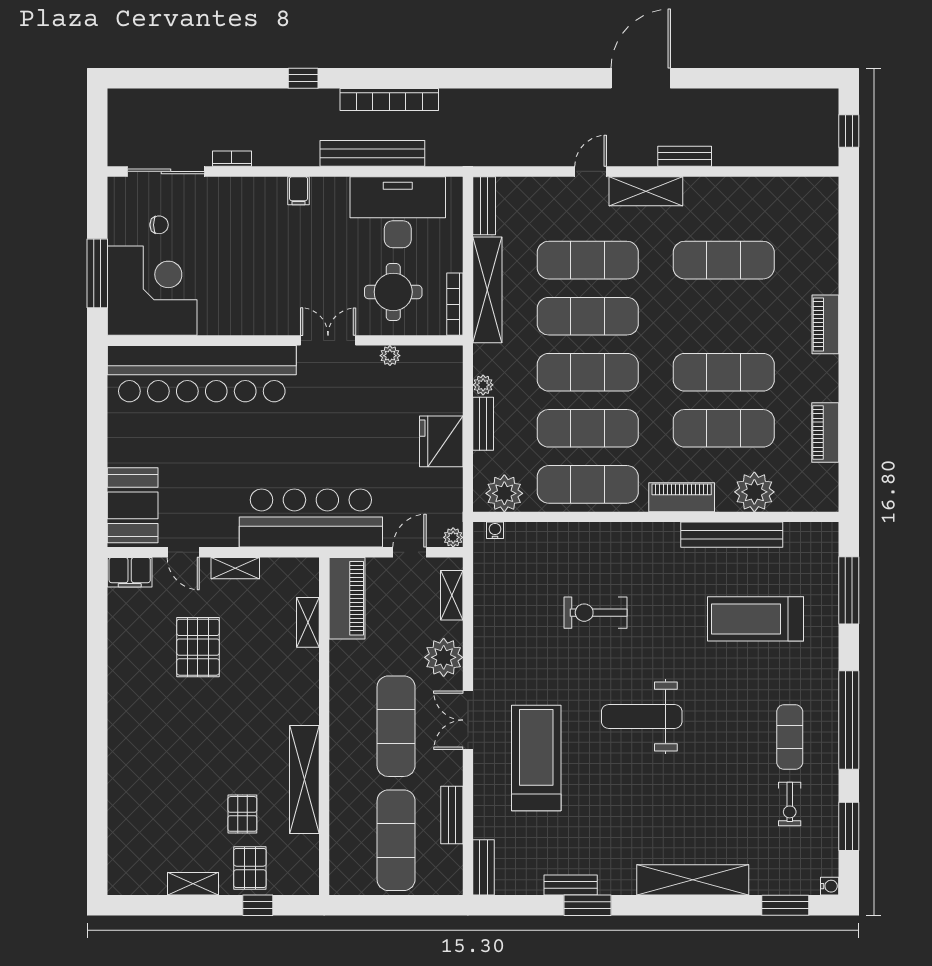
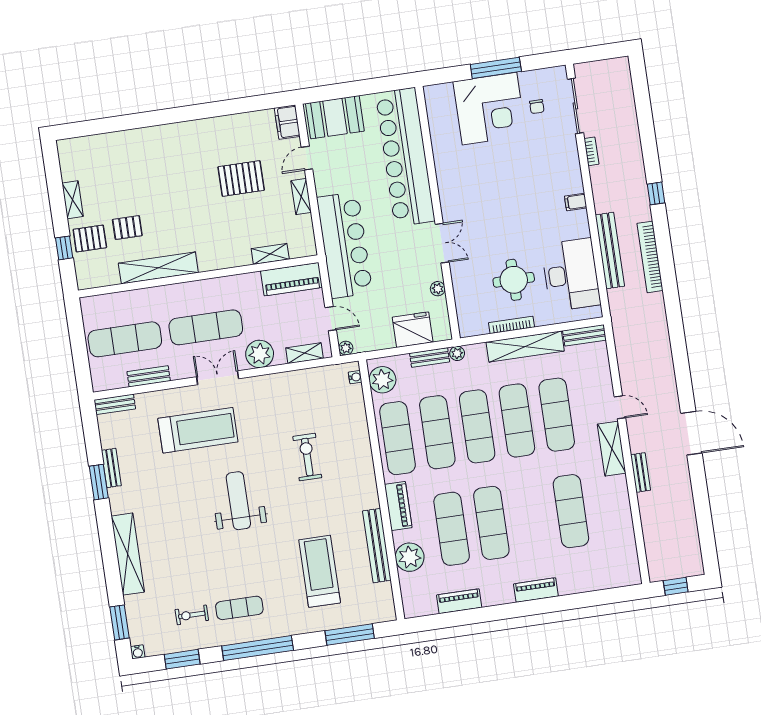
wall: (285, 340) -> (438, 213), moved
double door: (328, 340) -> (442, 243), moved
plant: (390, 356) -> (438, 289), moved
bar counter: (202, 374) -> (405, 157), moved

